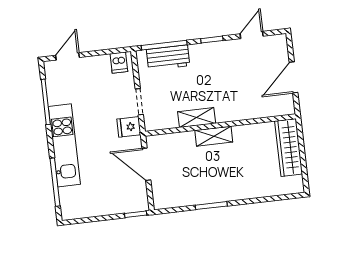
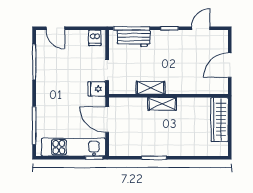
door: (67, 56) -> (55, 28), swing flipped
kitchen unit: (64, 145) -> (74, 147), moved, turned -90

